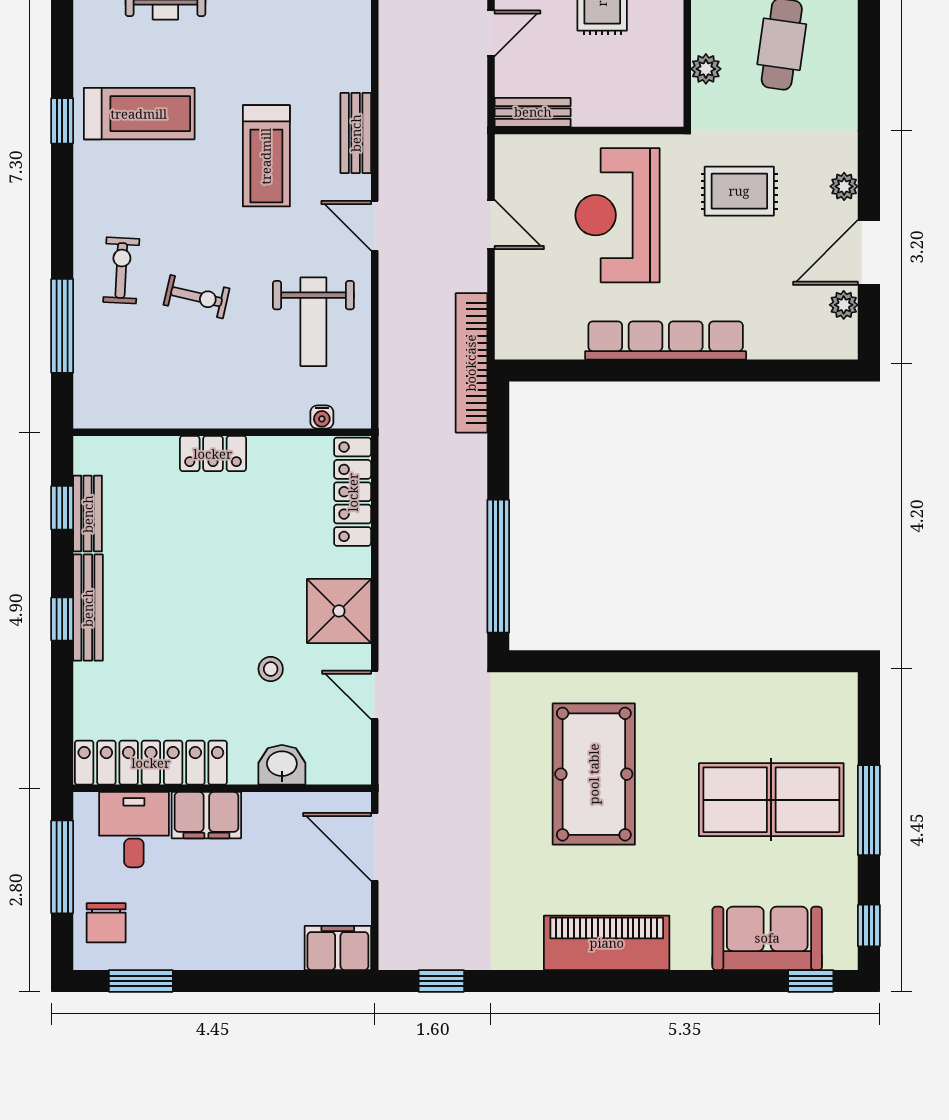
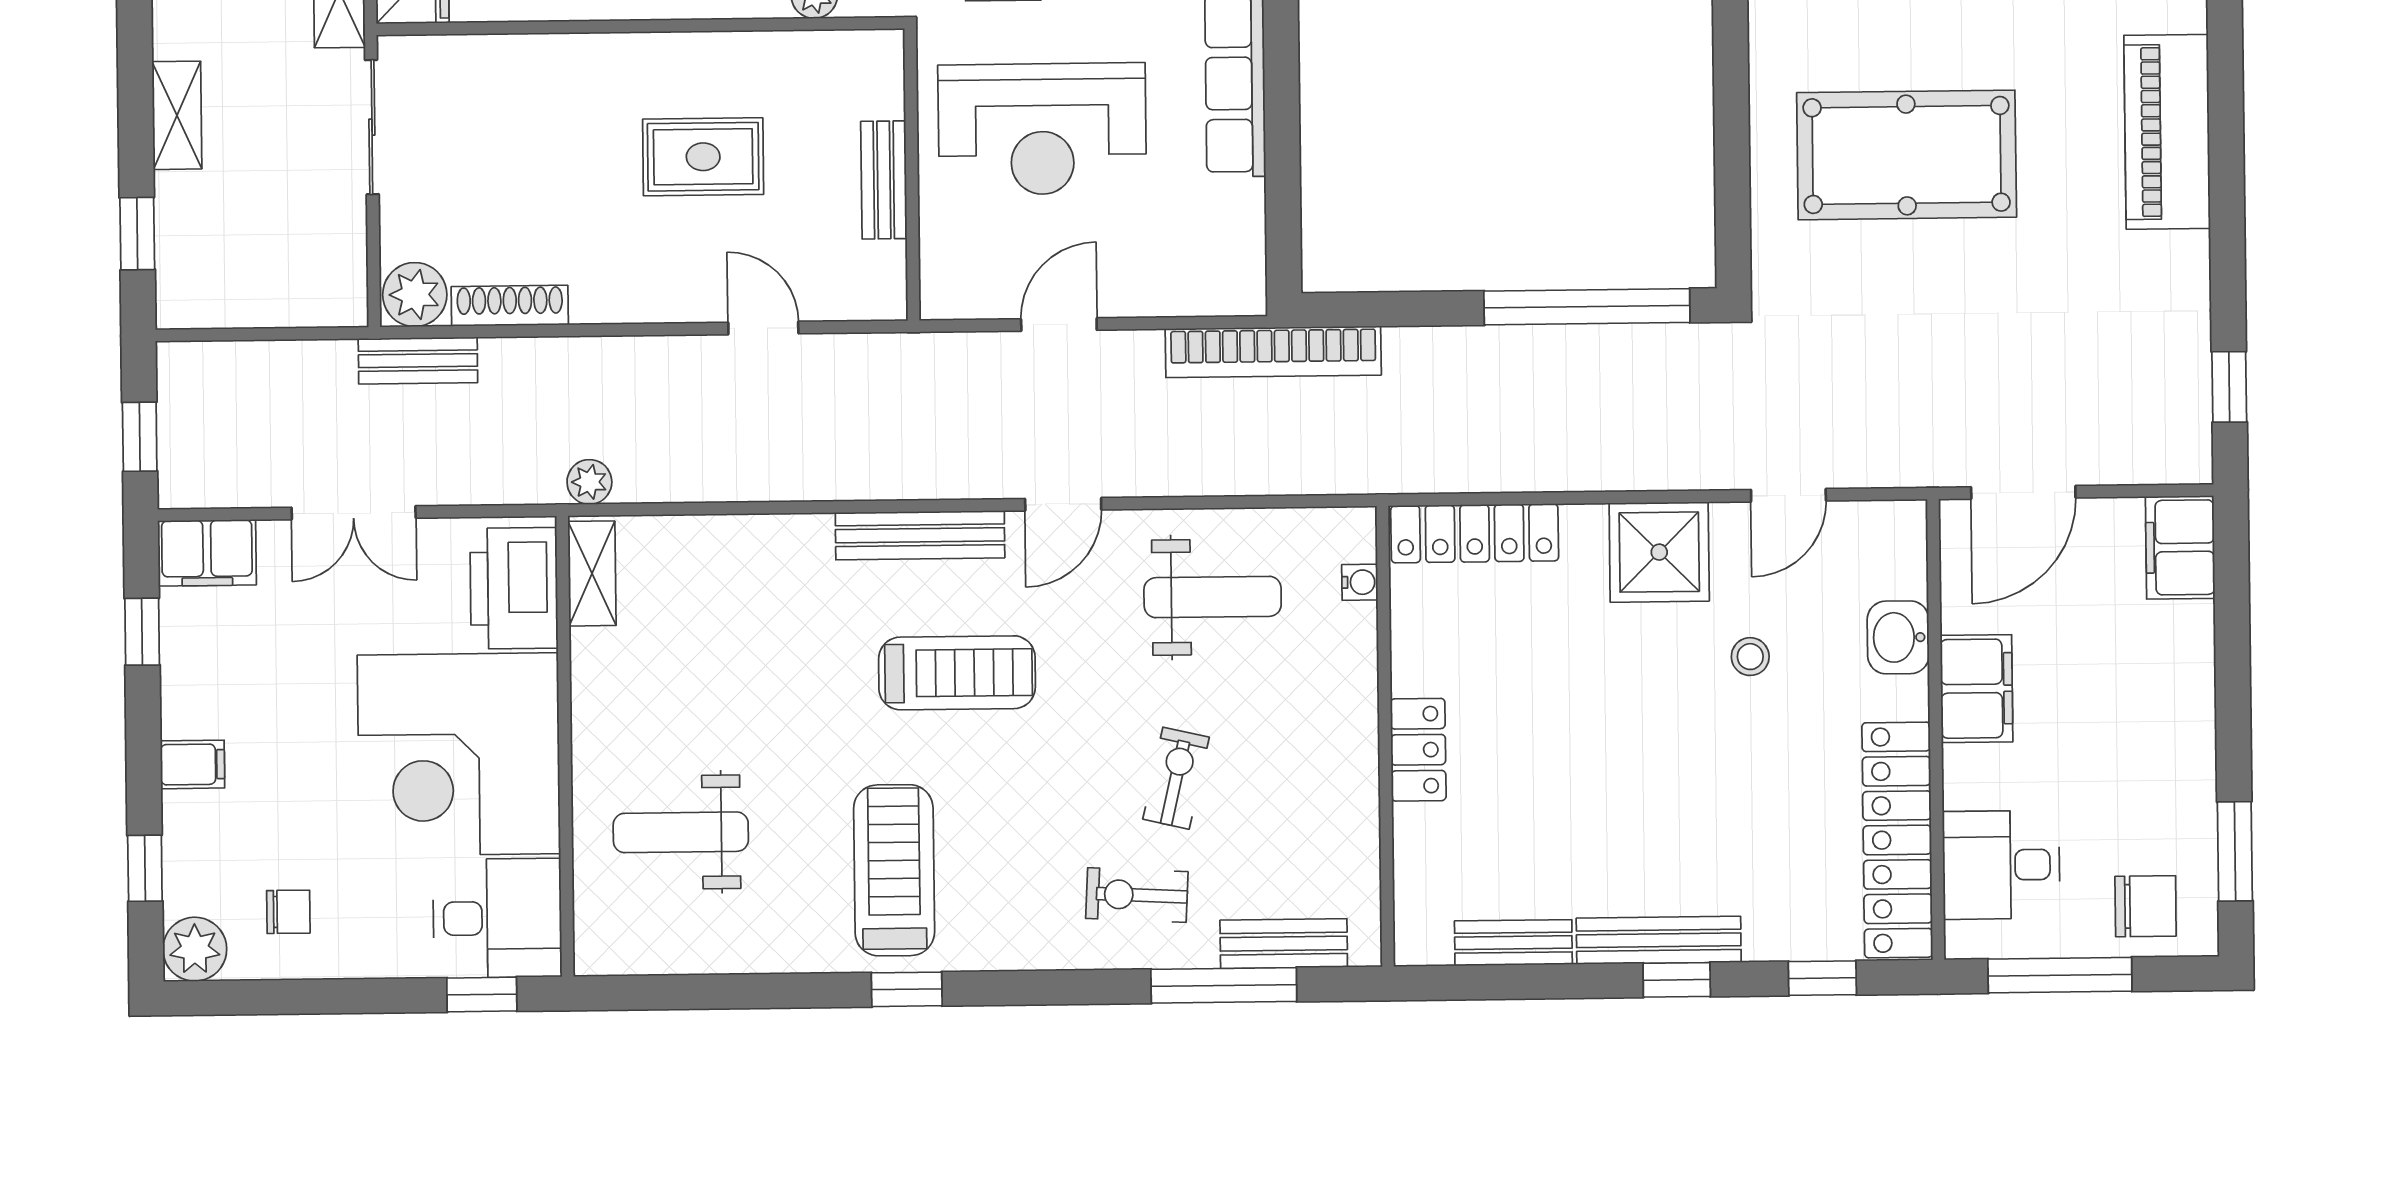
bench: (533, 112) -> (884, 180), moved
bench: (356, 133) -> (920, 535), width x1.36
bench: (89, 365) -> (1284, 944), added
window: (62, 508) -> (1822, 978), moved
filing cabinet: (206, 815) -> (1977, 689), moved

